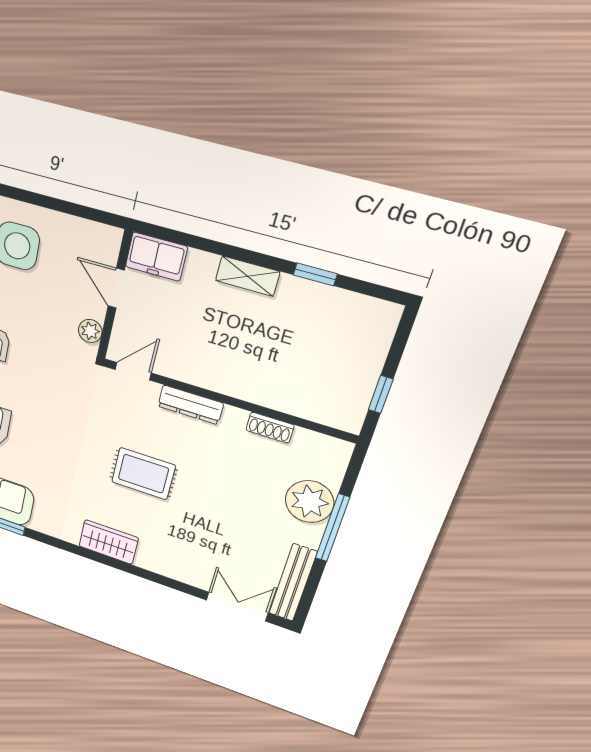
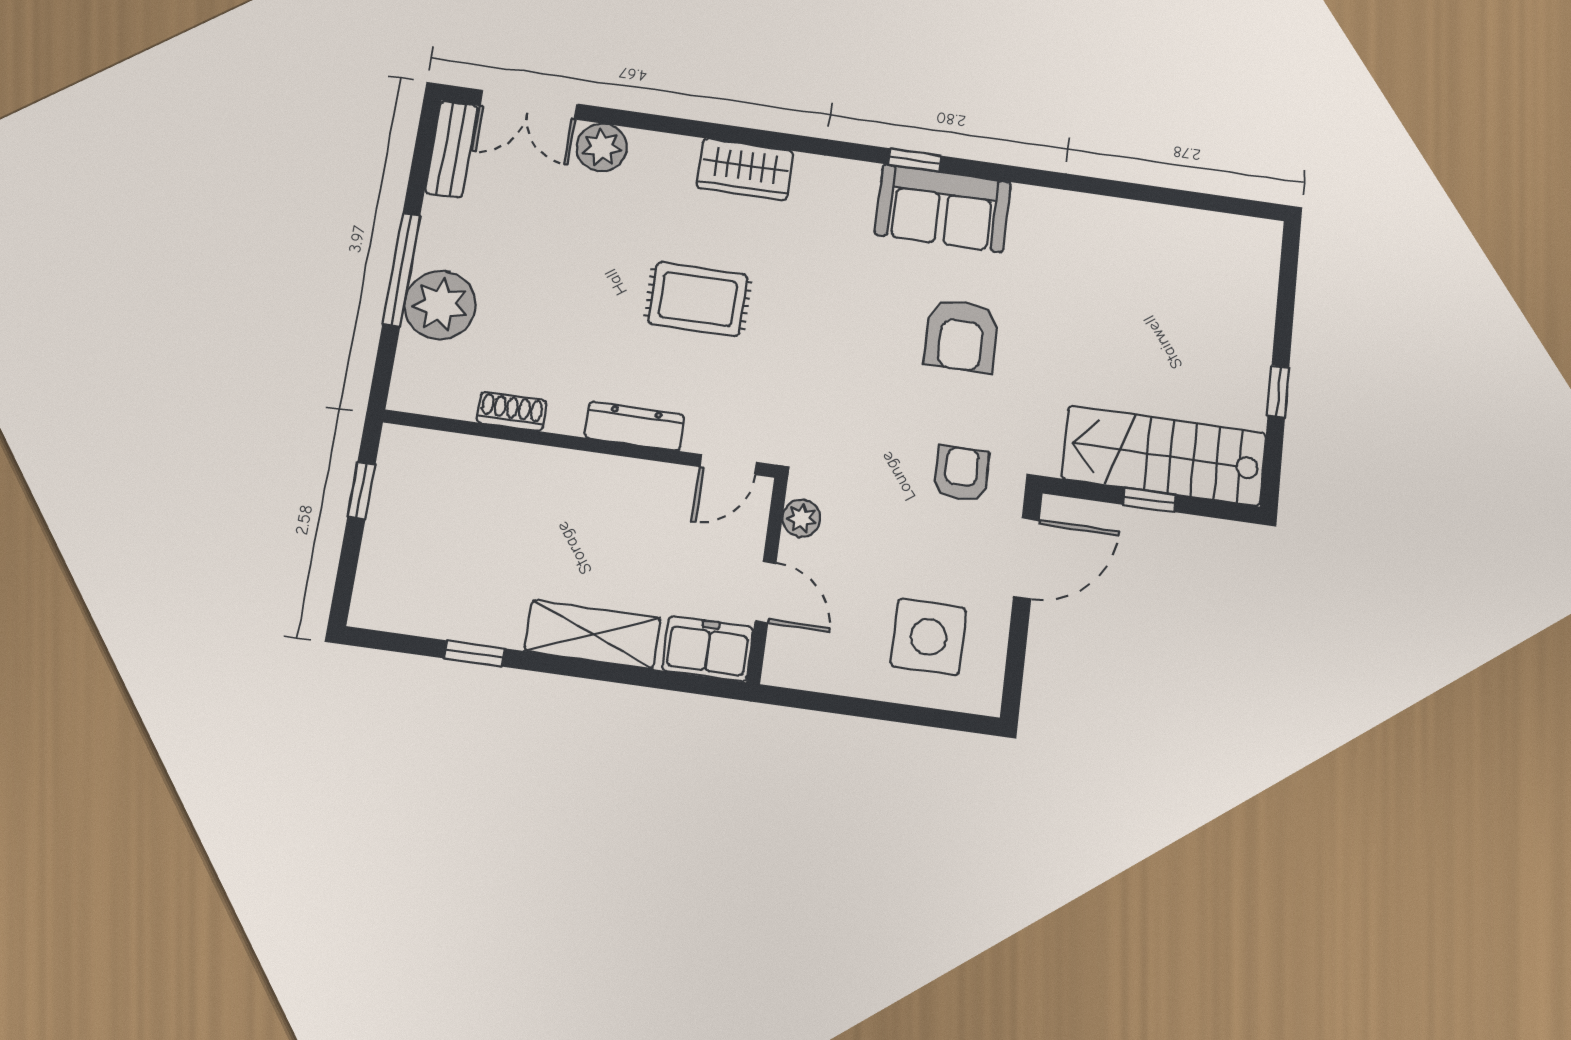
shelving: (248, 276) -> (593, 634), width x1.50, depth x1.33
plant: (194, 573) -> (602, 147), added
bench: (293, 583) -> (451, 149), width x0.73

